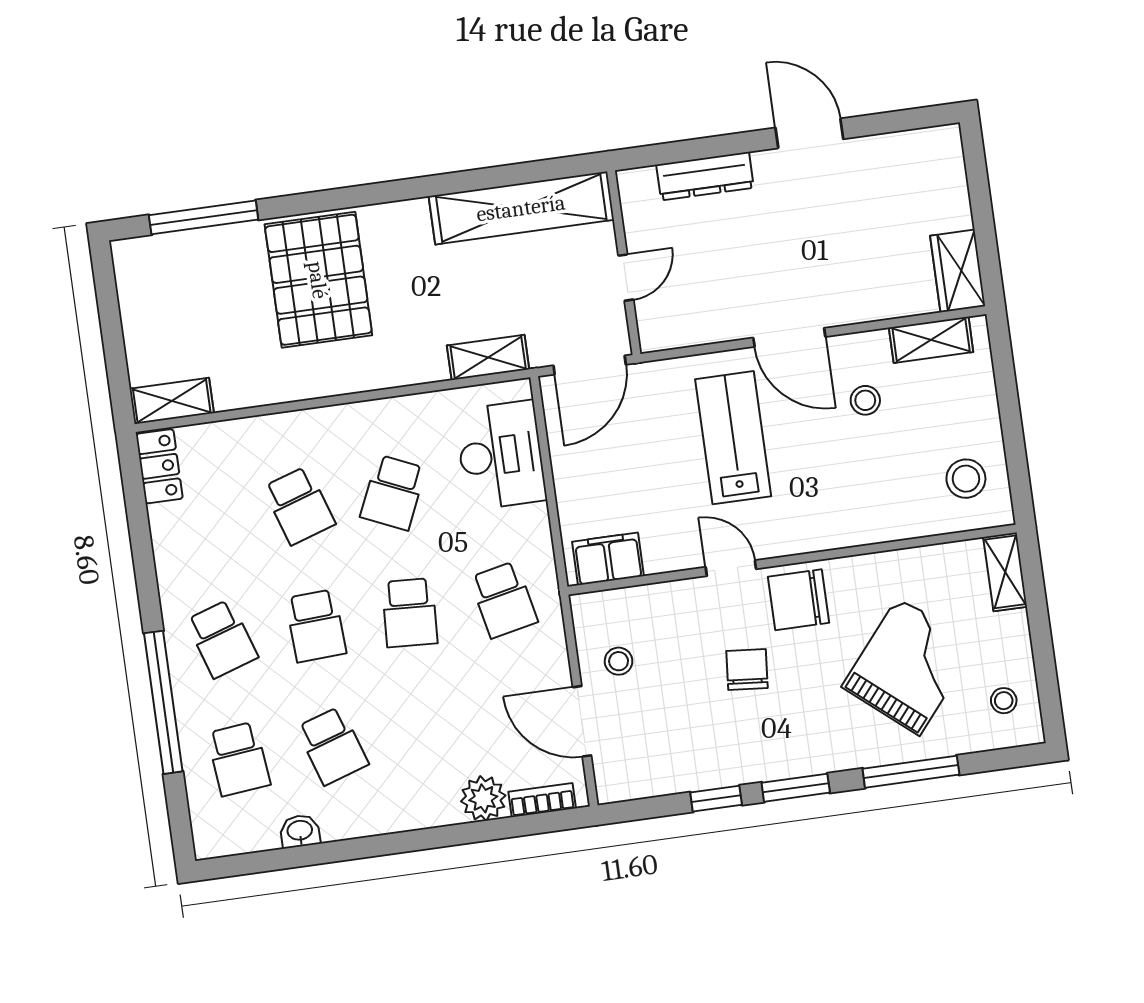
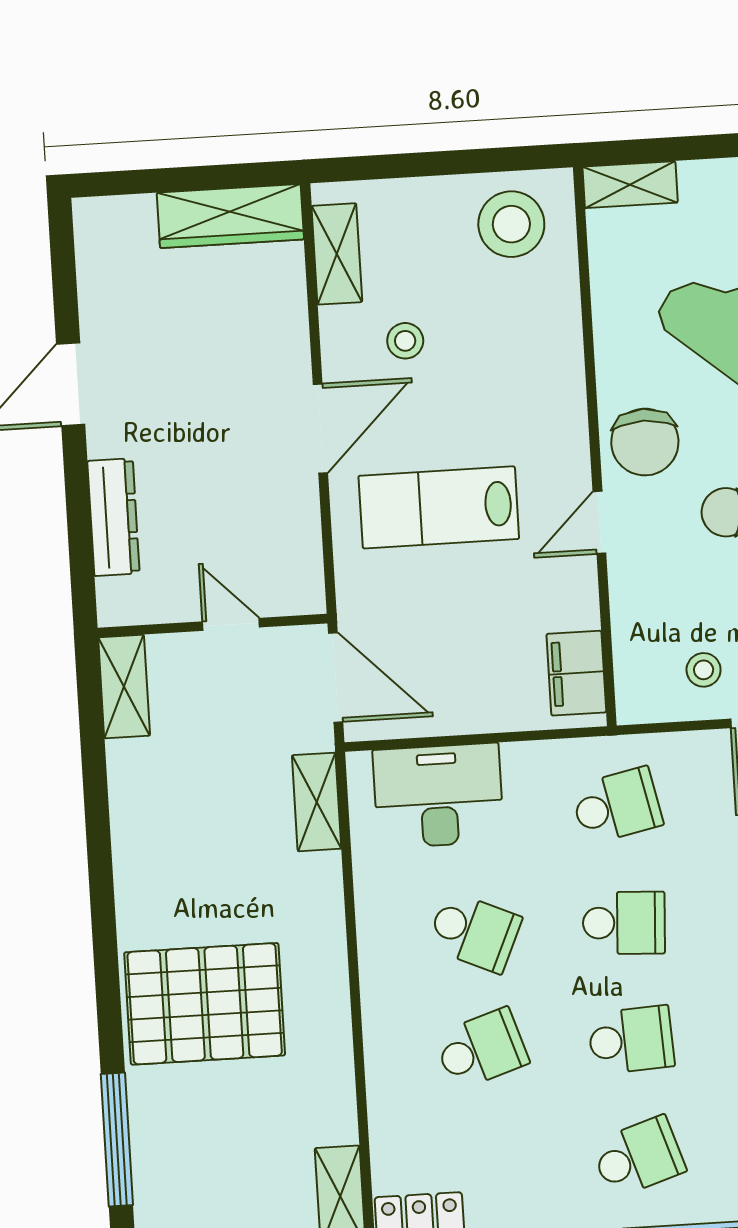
shelving: (521, 208) -> (124, 687), width x0.45, depth x0.75
wardrobe: (958, 271) -> (230, 216), width x1.50
stool: (966, 479) -> (511, 224), width x1.38, depth x1.38

